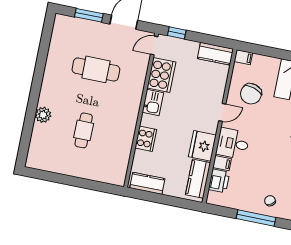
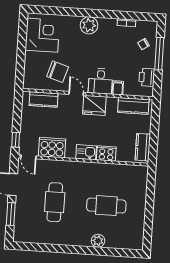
kitchen counter: (215, 54) -> (44, 99), moved, turned 90
filing cabinet: (243, 57) -> (28, 82), removed
kitchen sink: (153, 103) -> (86, 152), moved
cafe table: (84, 130) -> (106, 206), width x1.37, depth x1.35
fridge: (202, 146) -> (94, 105), moved
printer: (219, 181) -> (147, 77), moved, turned -90

